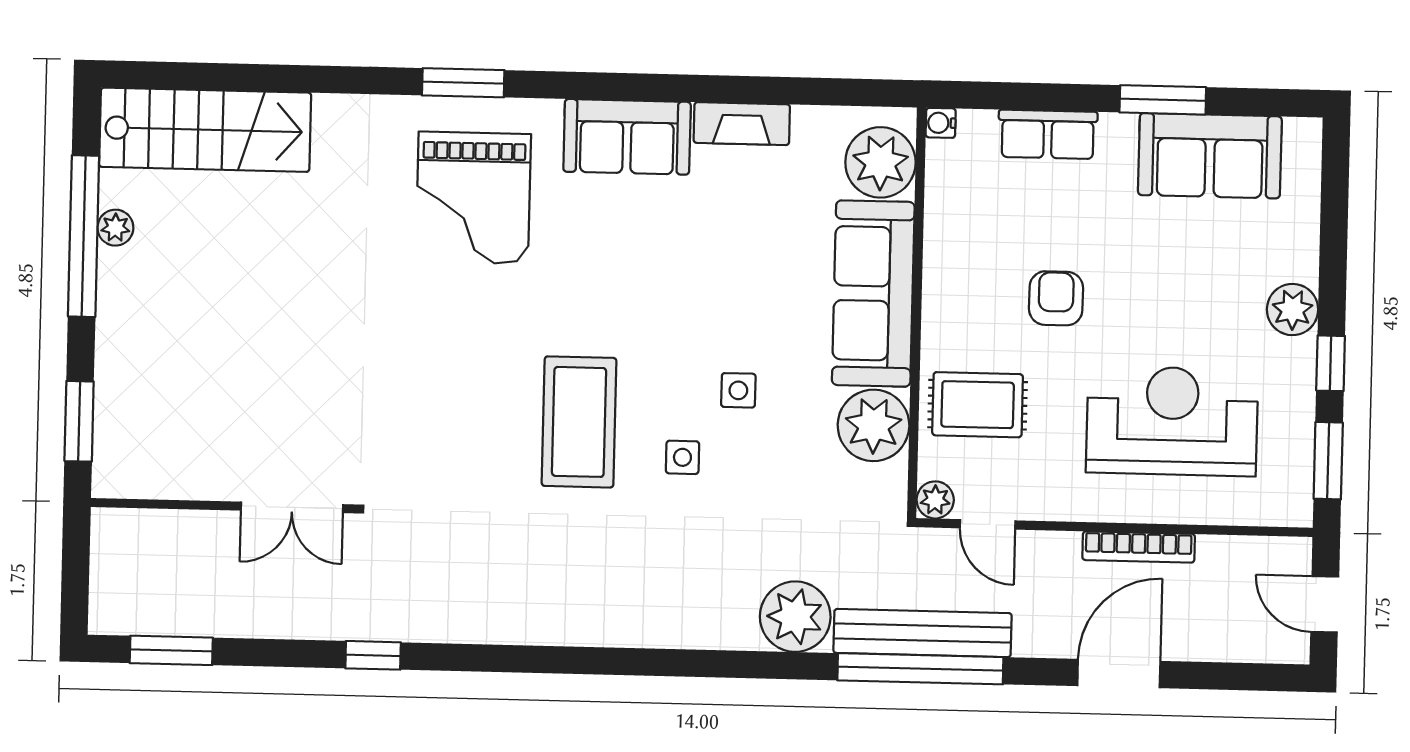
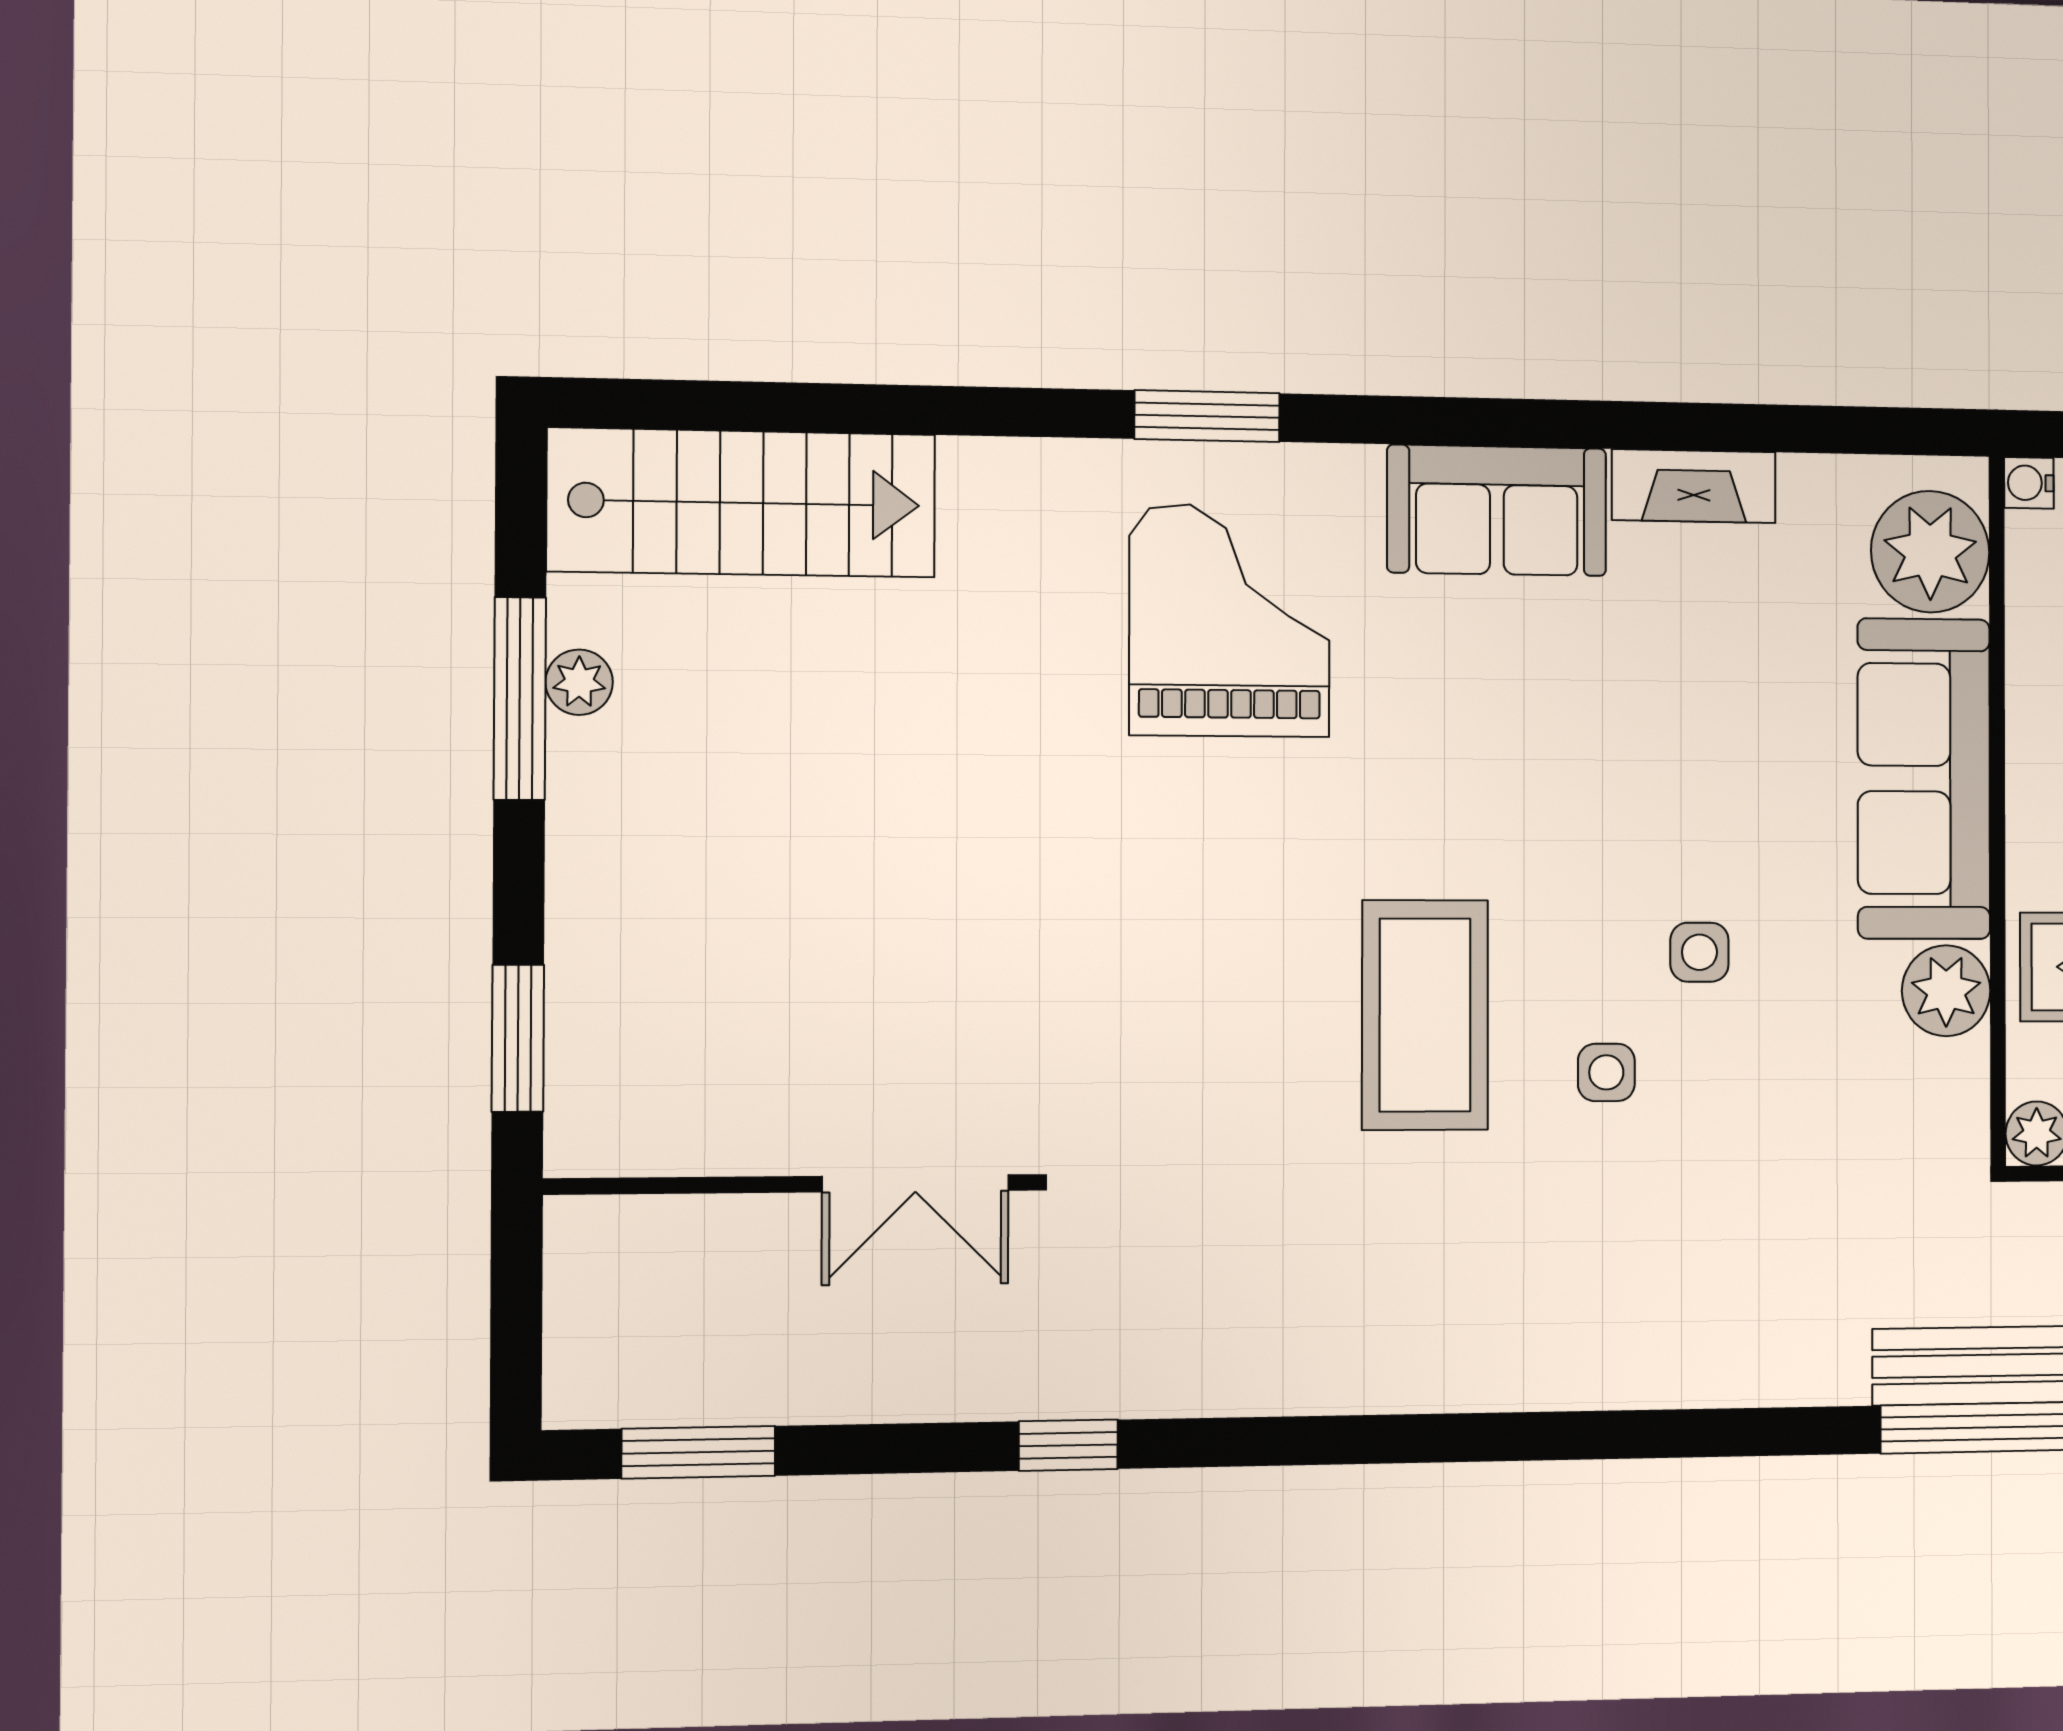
grand piano: (473, 198) -> (1230, 621), turned 180
window: (84, 236) -> (520, 699), width x0.68
plant: (873, 425) -> (1946, 991), width x0.73, depth x0.73
plant: (795, 617) -> (1806, 1345), removed

